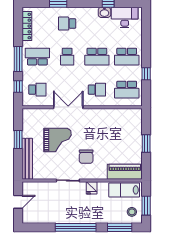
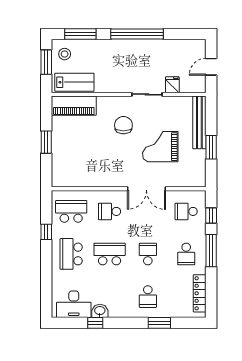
school desk: (67, 24) -> (148, 297), turned 90
school desk: (37, 57) -> (186, 254), width x0.54
school desk: (127, 57) -> (71, 254), turned -90
fridge: (92, 188) -> (172, 85), moved

